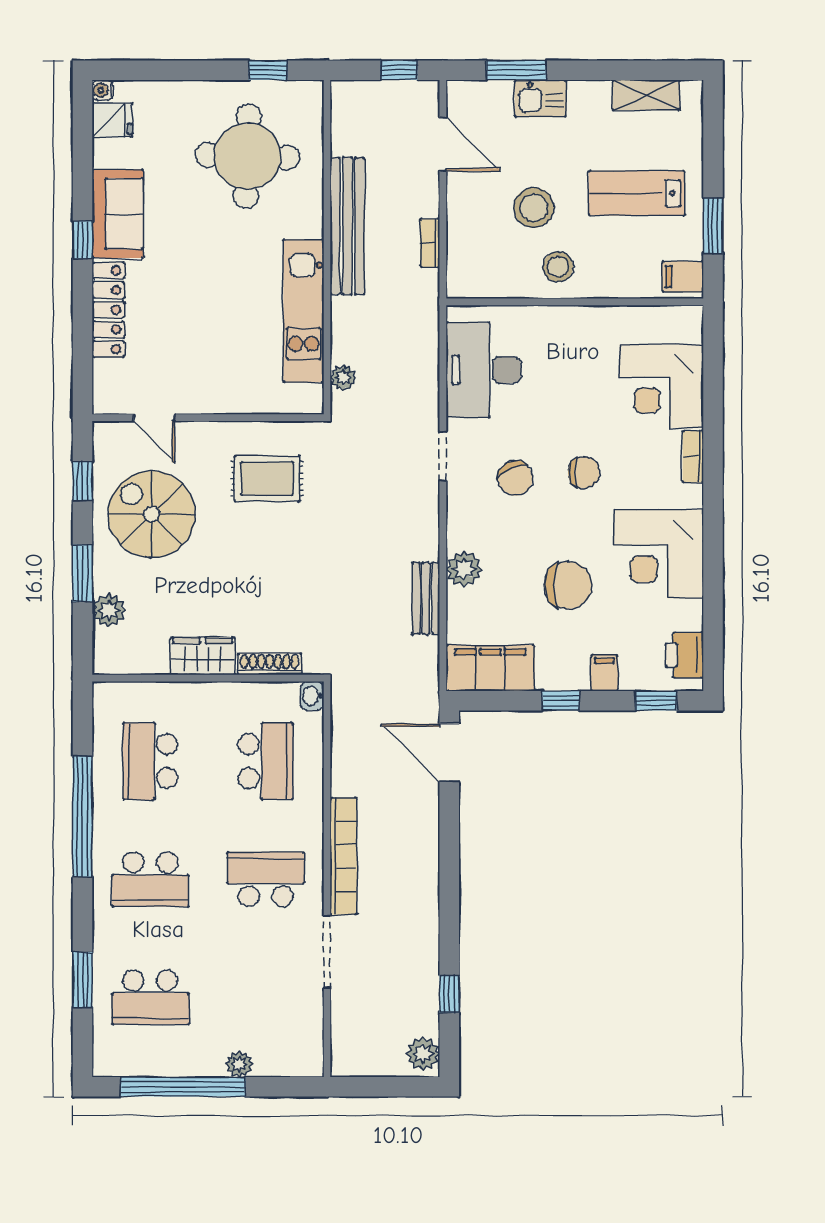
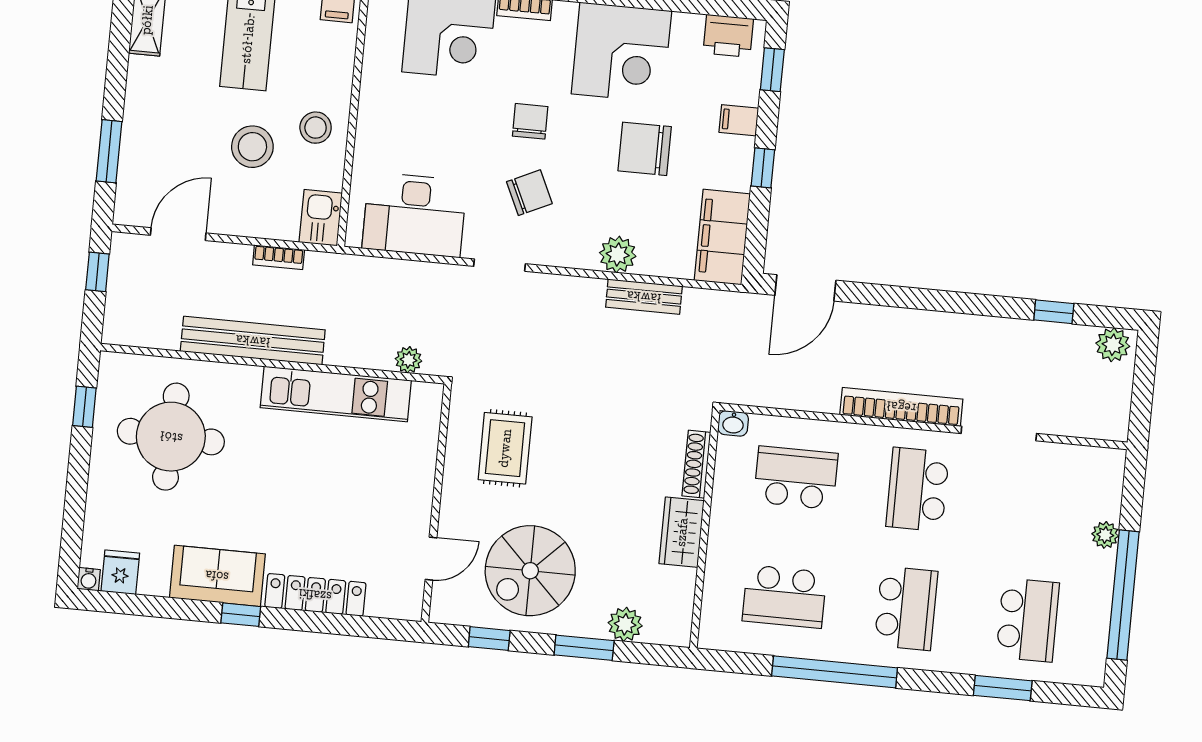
kitchen sink: (540, 98) -> (321, 218), moved, turned 180
chair: (568, 585) -> (645, 149), turned -90

